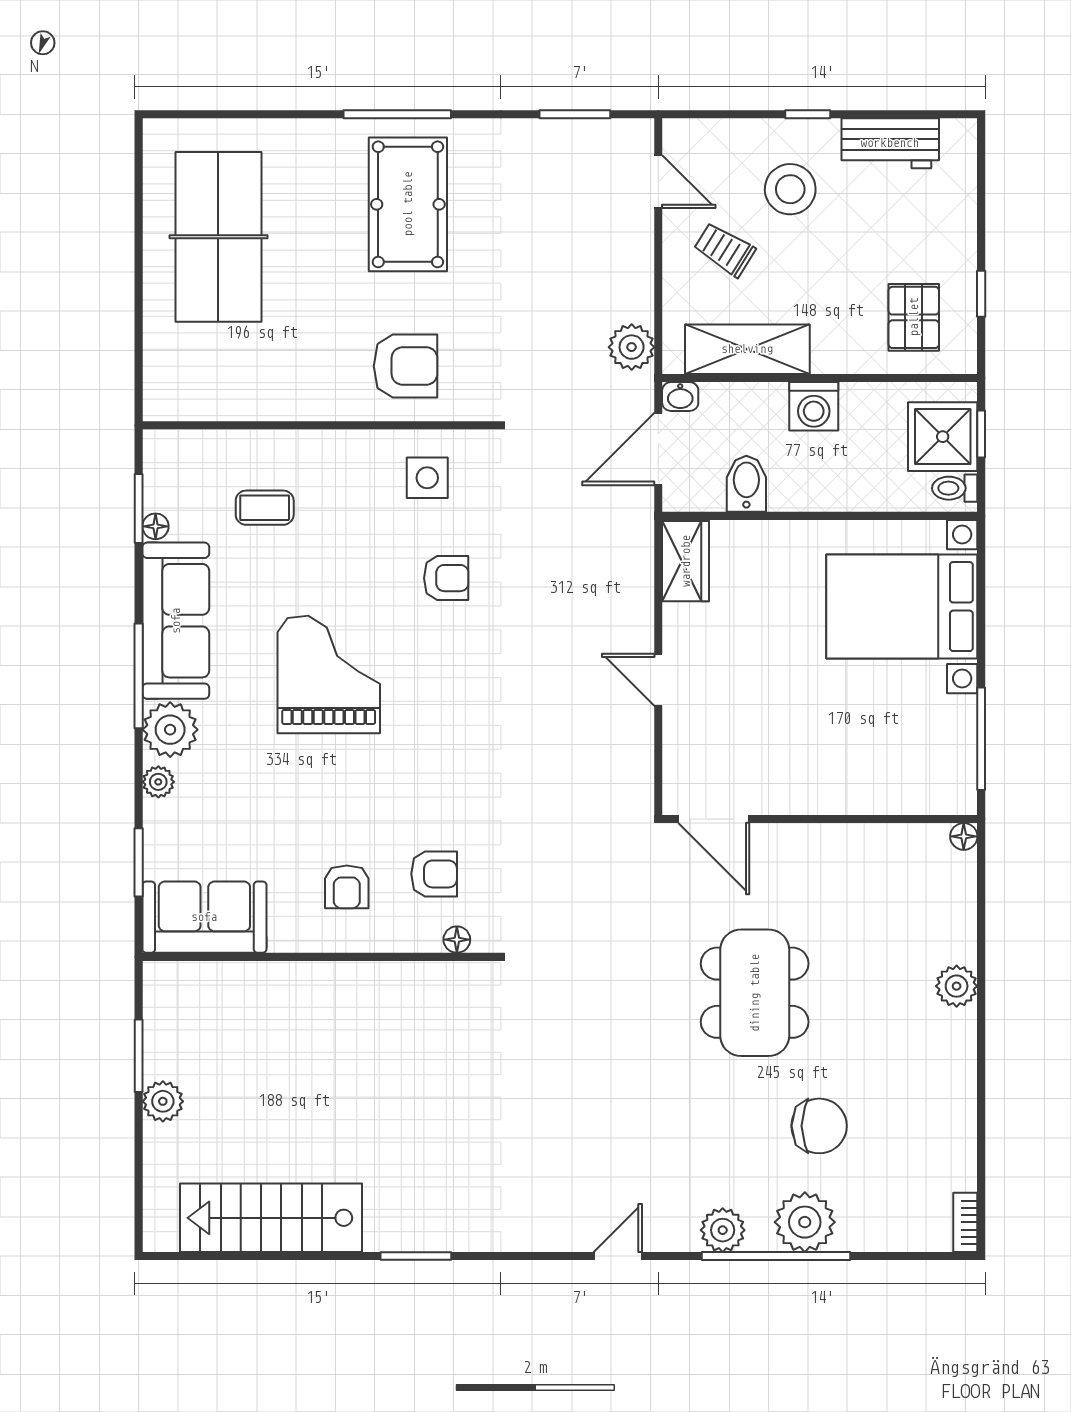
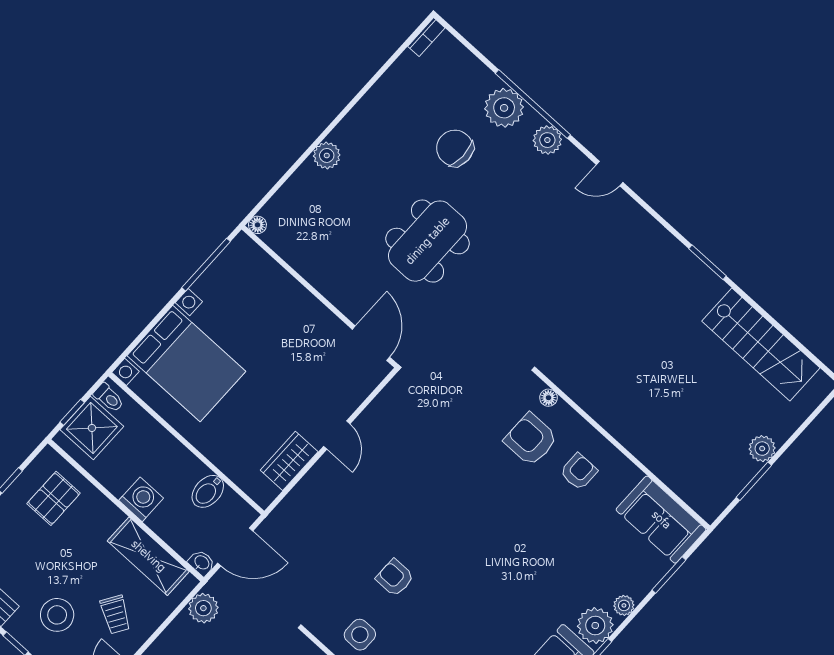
wardrobe: (686, 561) -> (289, 461), moved
grand piano: (329, 675) -> (494, 583), removed
armchair: (434, 874) -> (531, 439), width x1.38, depth x1.38

